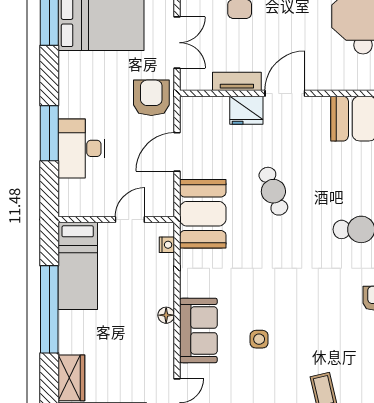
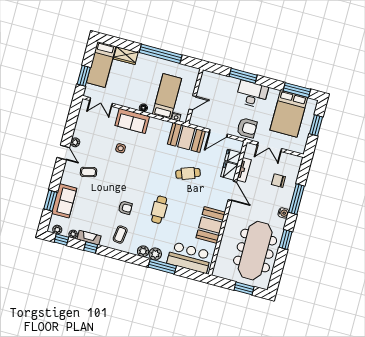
fridge: (216, 110) -> (233, 157), added
desk: (81, 148) -> (252, 94), moved
door: (177, 152) -> (218, 133), swing flipped
door: (130, 219) -> (193, 103), hinge flipped
bed: (78, 266) -> (167, 96), moved, turned 90

